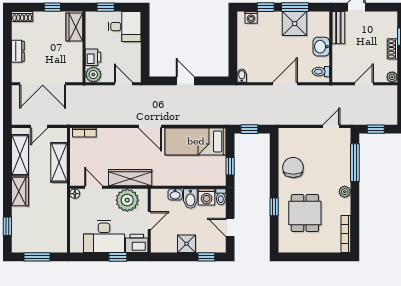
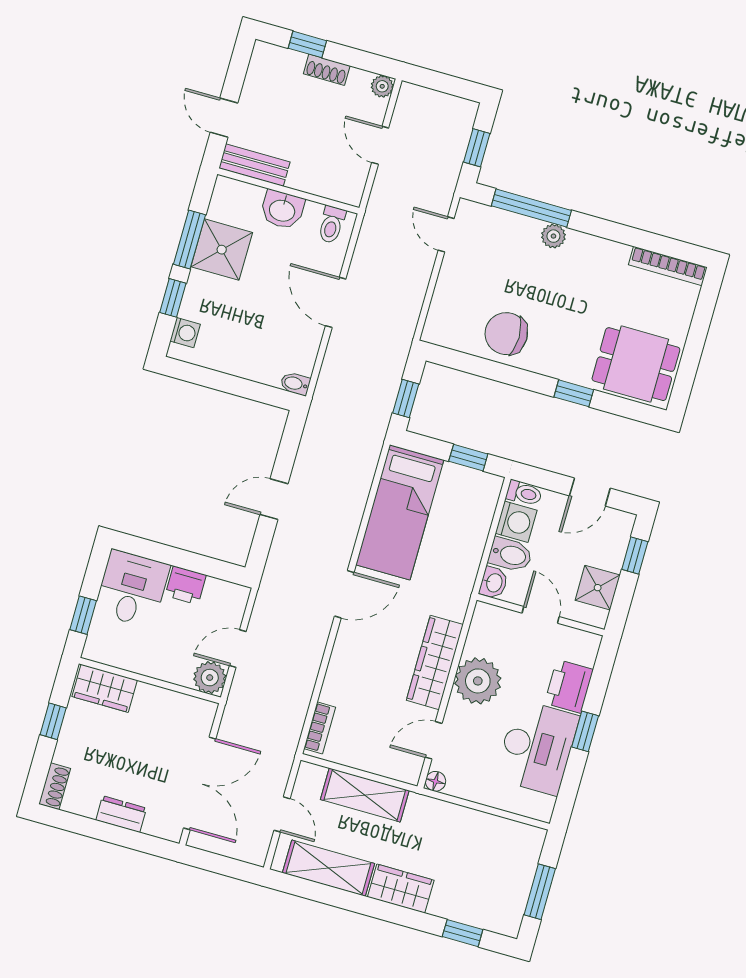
printer: (93, 57) -> (186, 585), moved, turned 180
door: (124, 84) -> (238, 649), moved
plant: (345, 192) -> (553, 236), moved
dining table: (305, 213) -> (636, 364), moved
door: (149, 221) -> (541, 615), moved
wall: (149, 221) -> (541, 615), moved

